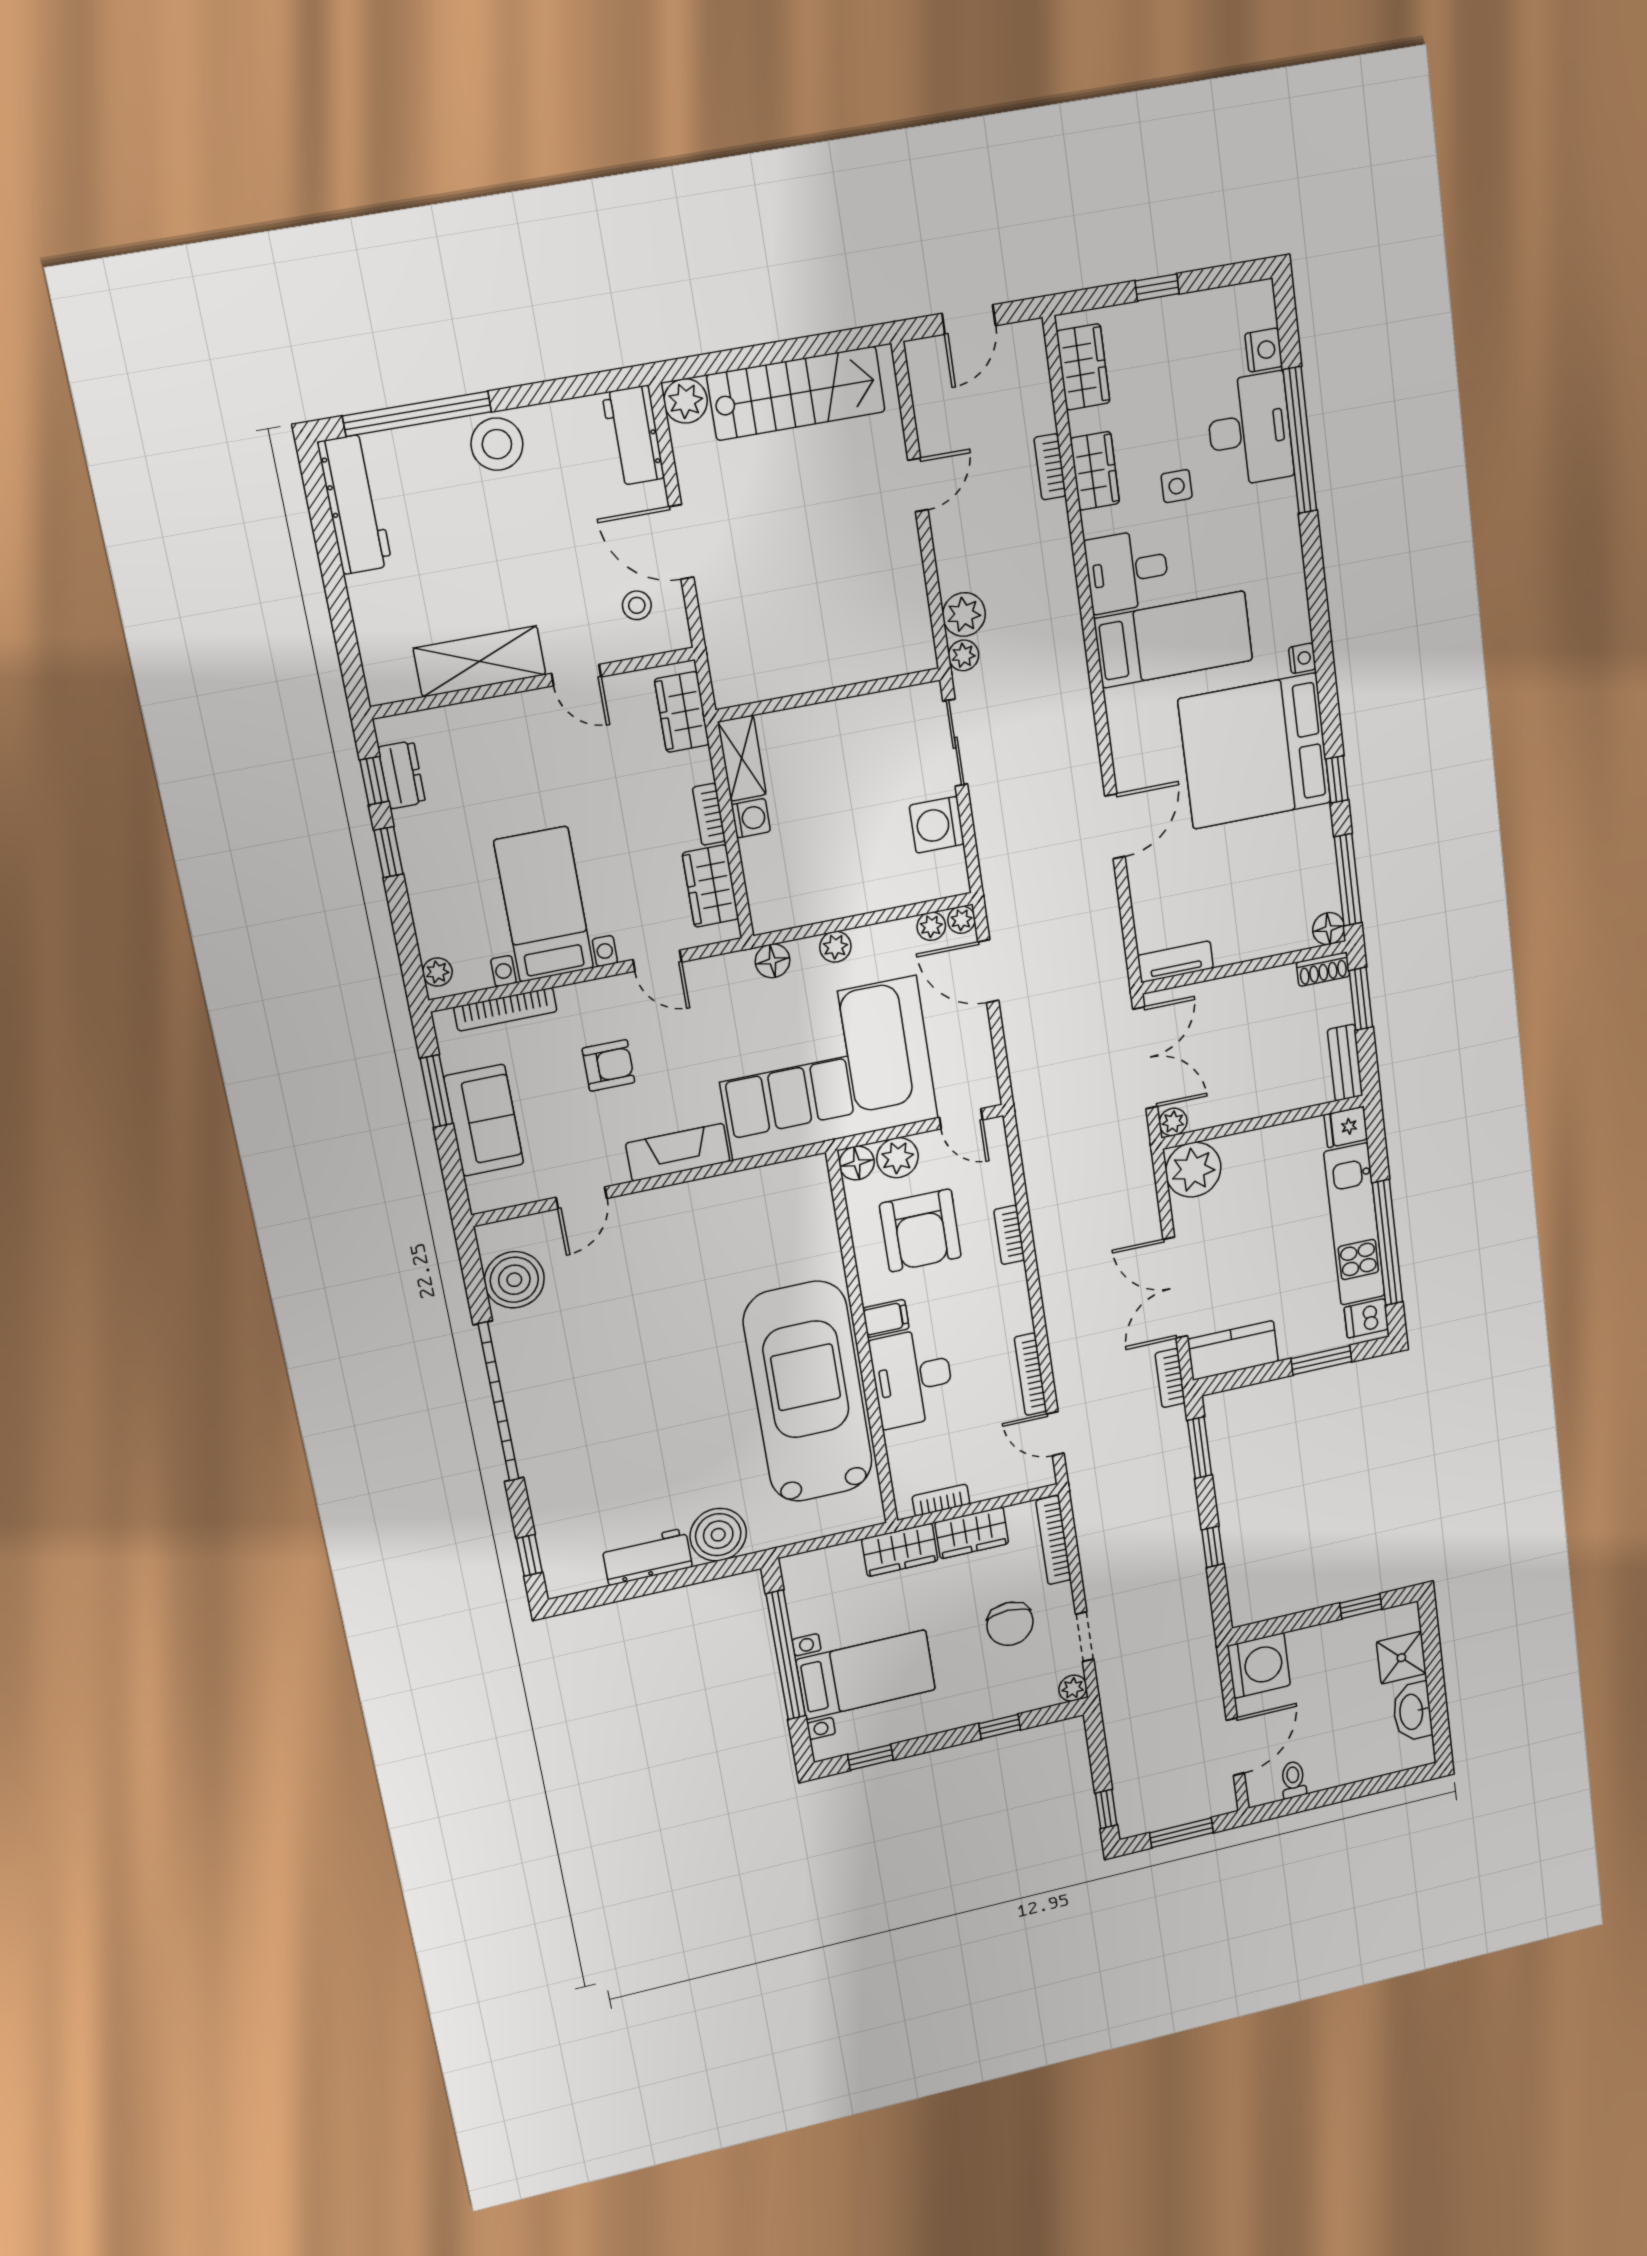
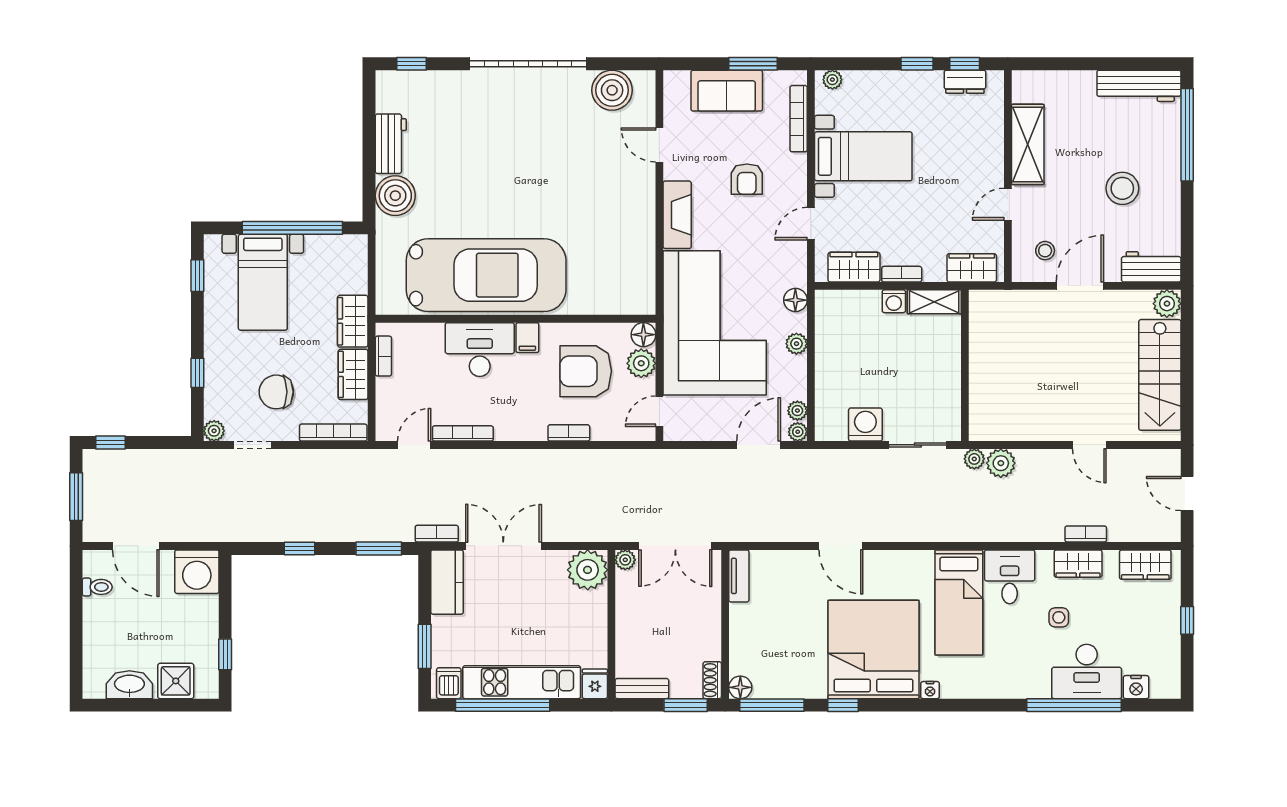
stool: (497, 444) -> (1122, 188), moved

